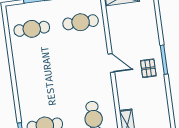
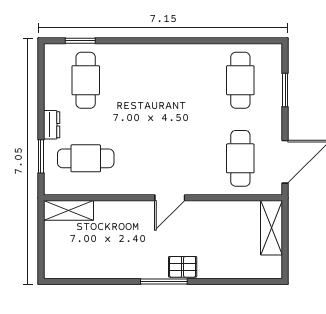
pallet: (148, 68) -> (183, 267), moved

